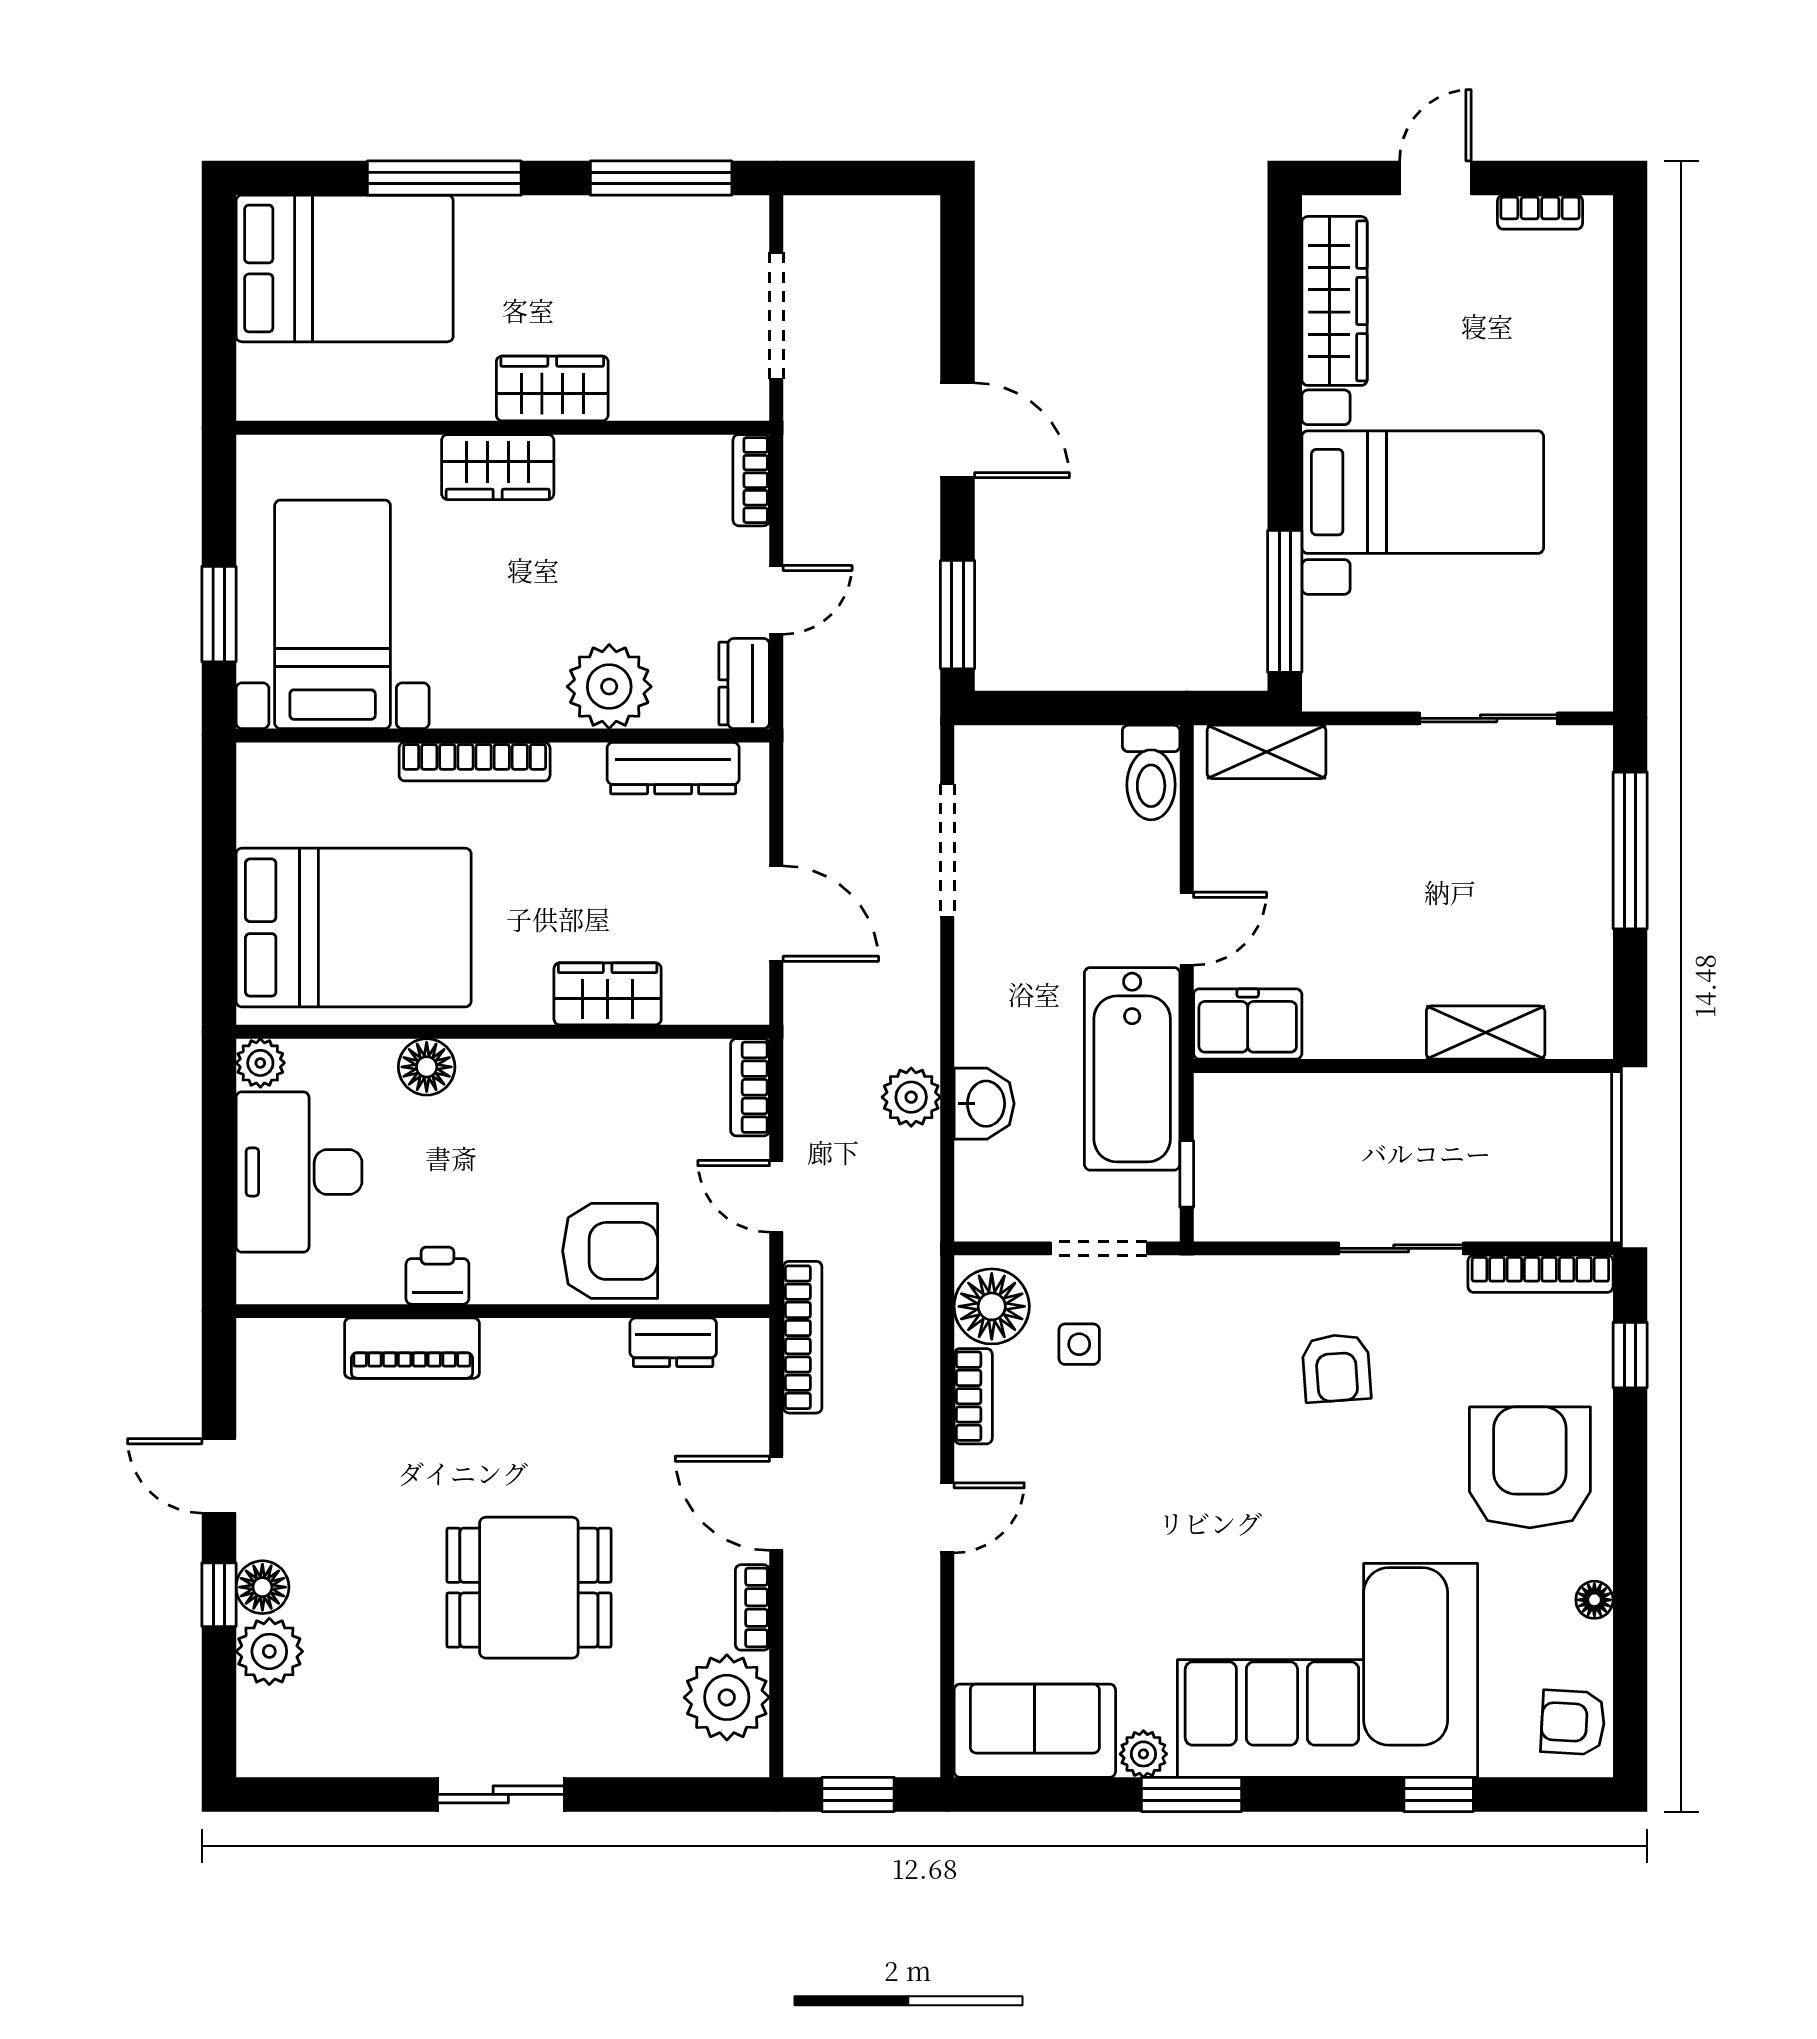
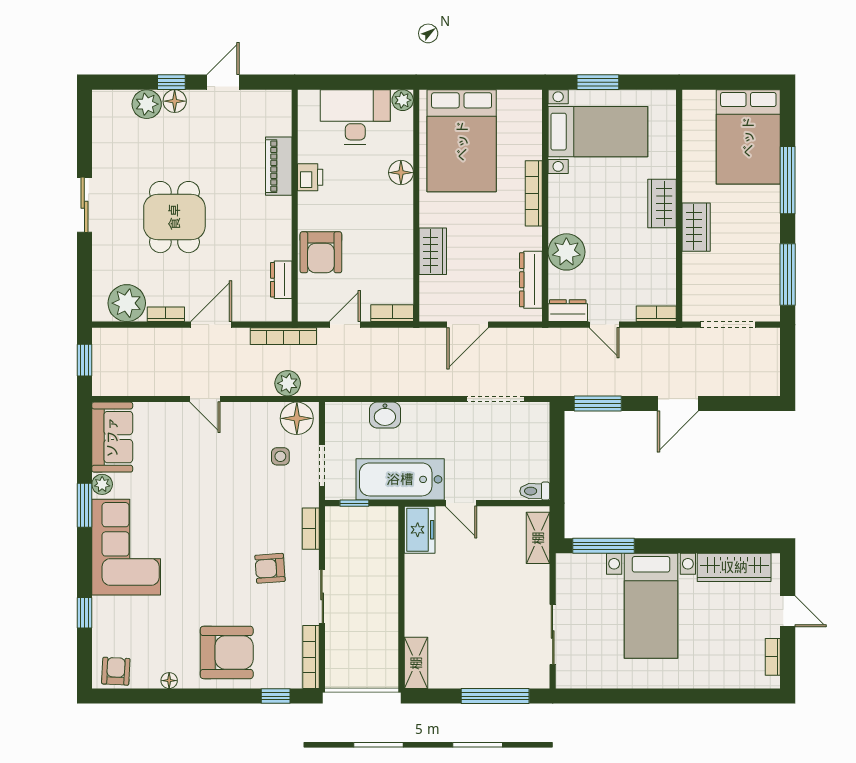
toilet: (1151, 773) -> (535, 491), width x0.73, depth x0.72
shelving: (1486, 1032) -> (416, 663), moved
plant: (911, 1097) -> (288, 383), moved
bookcase: (973, 1396) -> (311, 529), moved, turned 90
corner sofa: (1328, 1670) -> (126, 547), width x0.73, depth x0.74

